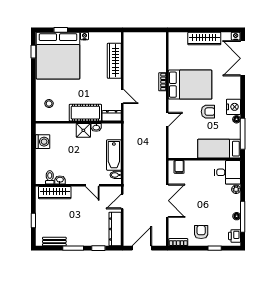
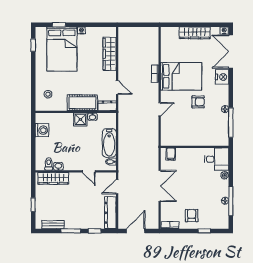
bed: (58, 56) -> (62, 49), width x0.73
nightstand: (233, 107) -> (222, 77), moved
bed: (219, 149) -> (209, 137), removed
printer: (235, 236) -> (223, 219), removed

